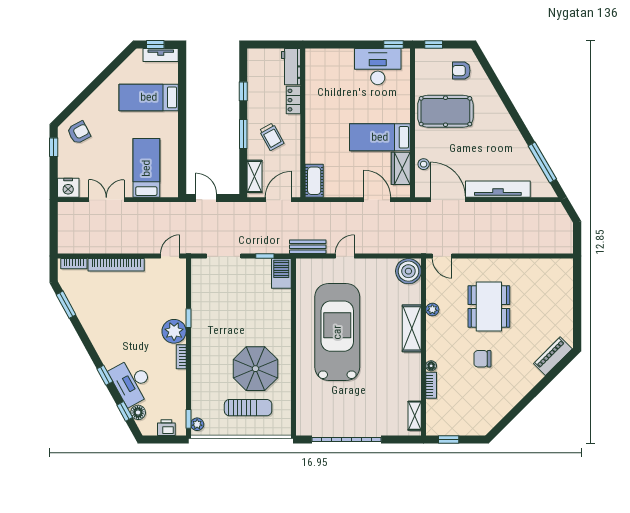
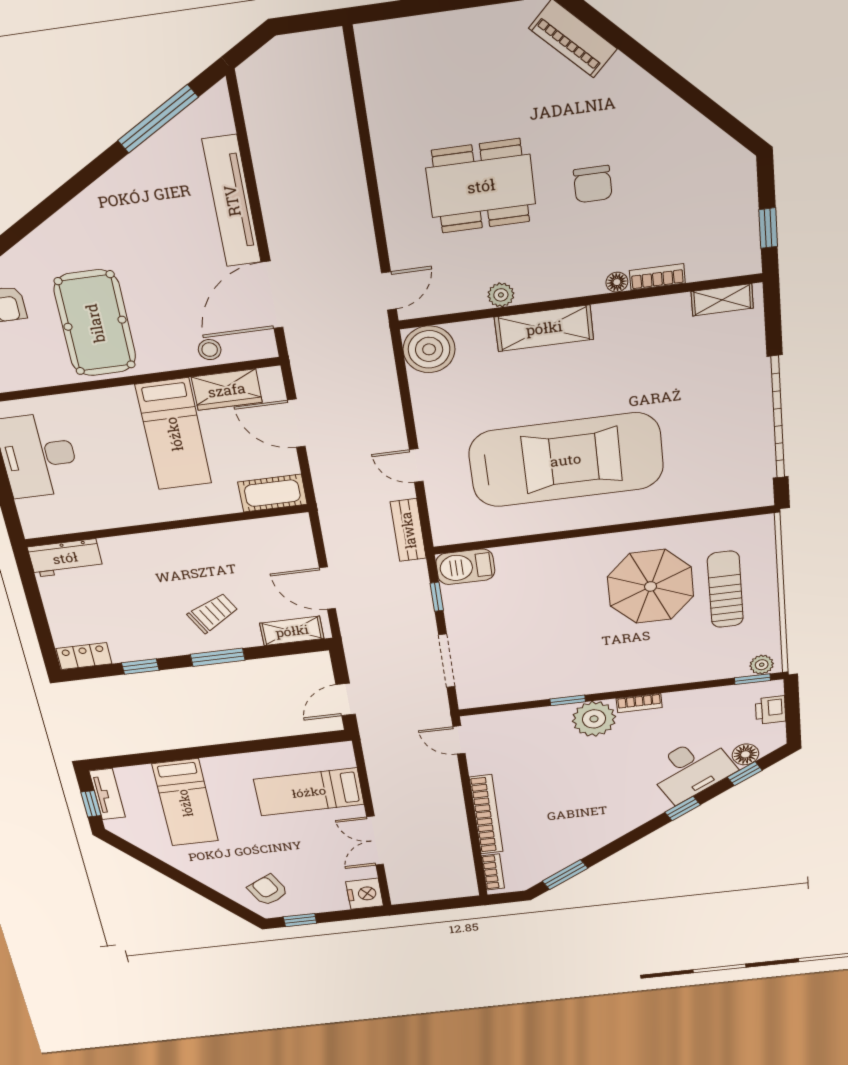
workbench: (291, 67) -> (65, 558), moved
locker: (293, 100) -> (84, 656), moved, turned 180
wall: (303, 123) -> (166, 526), moved
cot: (314, 181) -> (272, 493), moved
door: (377, 200) -> (296, 423), hinge flipped
car: (337, 332) -> (566, 460), turned 180

